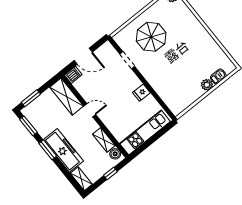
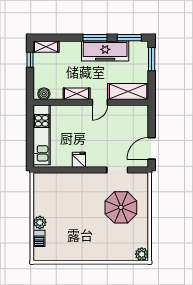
door: (83, 56) -> (152, 148), moved
dishwasher: (73, 75) -> (142, 113), removed
shelving: (104, 140) -> (77, 94), moved
freezer: (63, 150) -> (105, 51), moved
window: (110, 174) -> (30, 60), moved

